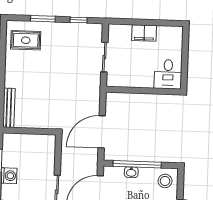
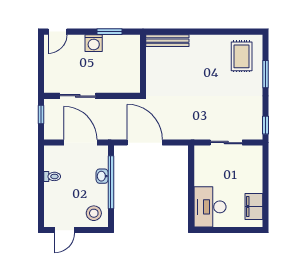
window: (79, 20) -> (266, 125), moved
filing cabinet: (144, 33) -> (254, 206), moved
desk: (168, 74) -> (210, 207), width x1.37

